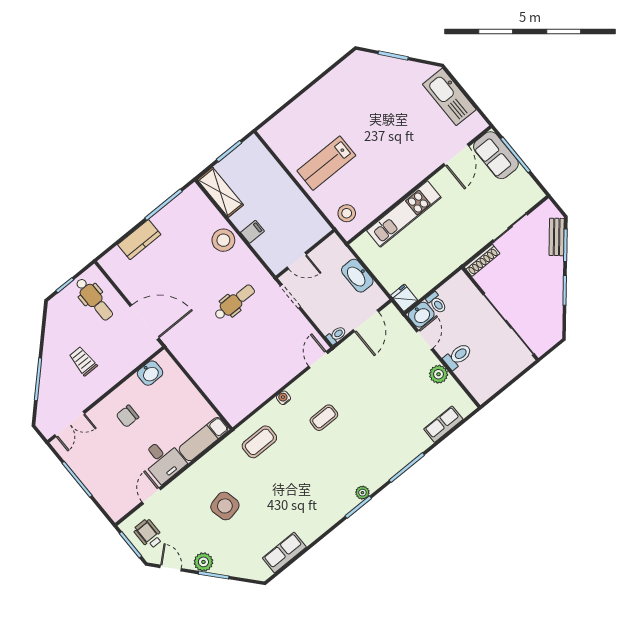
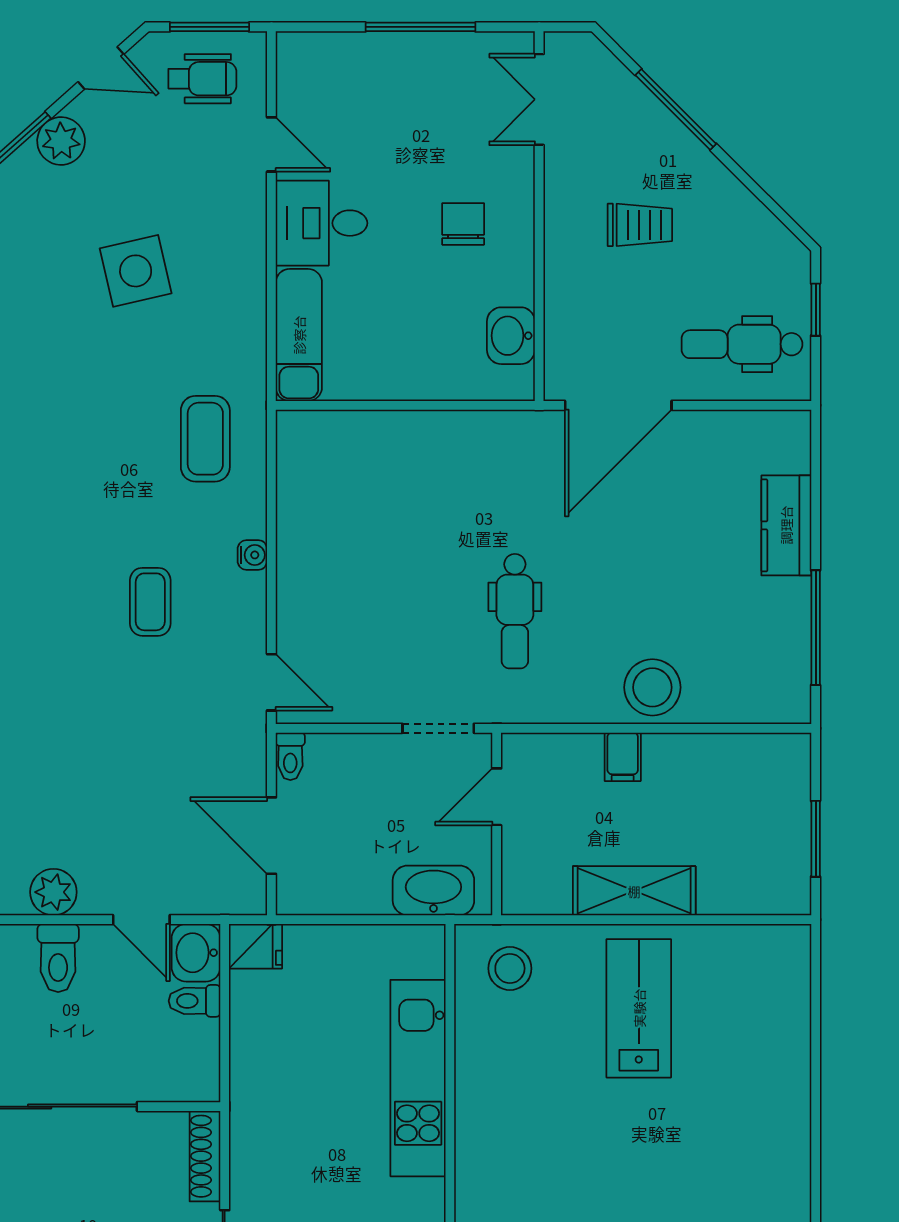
shelving: (220, 192) -> (634, 891), moved
washbasin: (357, 276) -> (433, 890), moved

